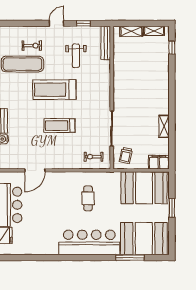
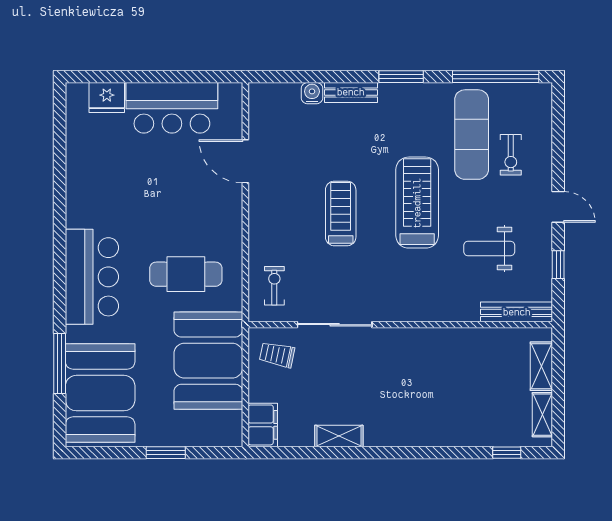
booth: (144, 188) -> (208, 361), moved
cafe table: (88, 198) -> (186, 274), width x1.37, depth x1.35
bar counter: (89, 242) -> (92, 277), width x0.73

